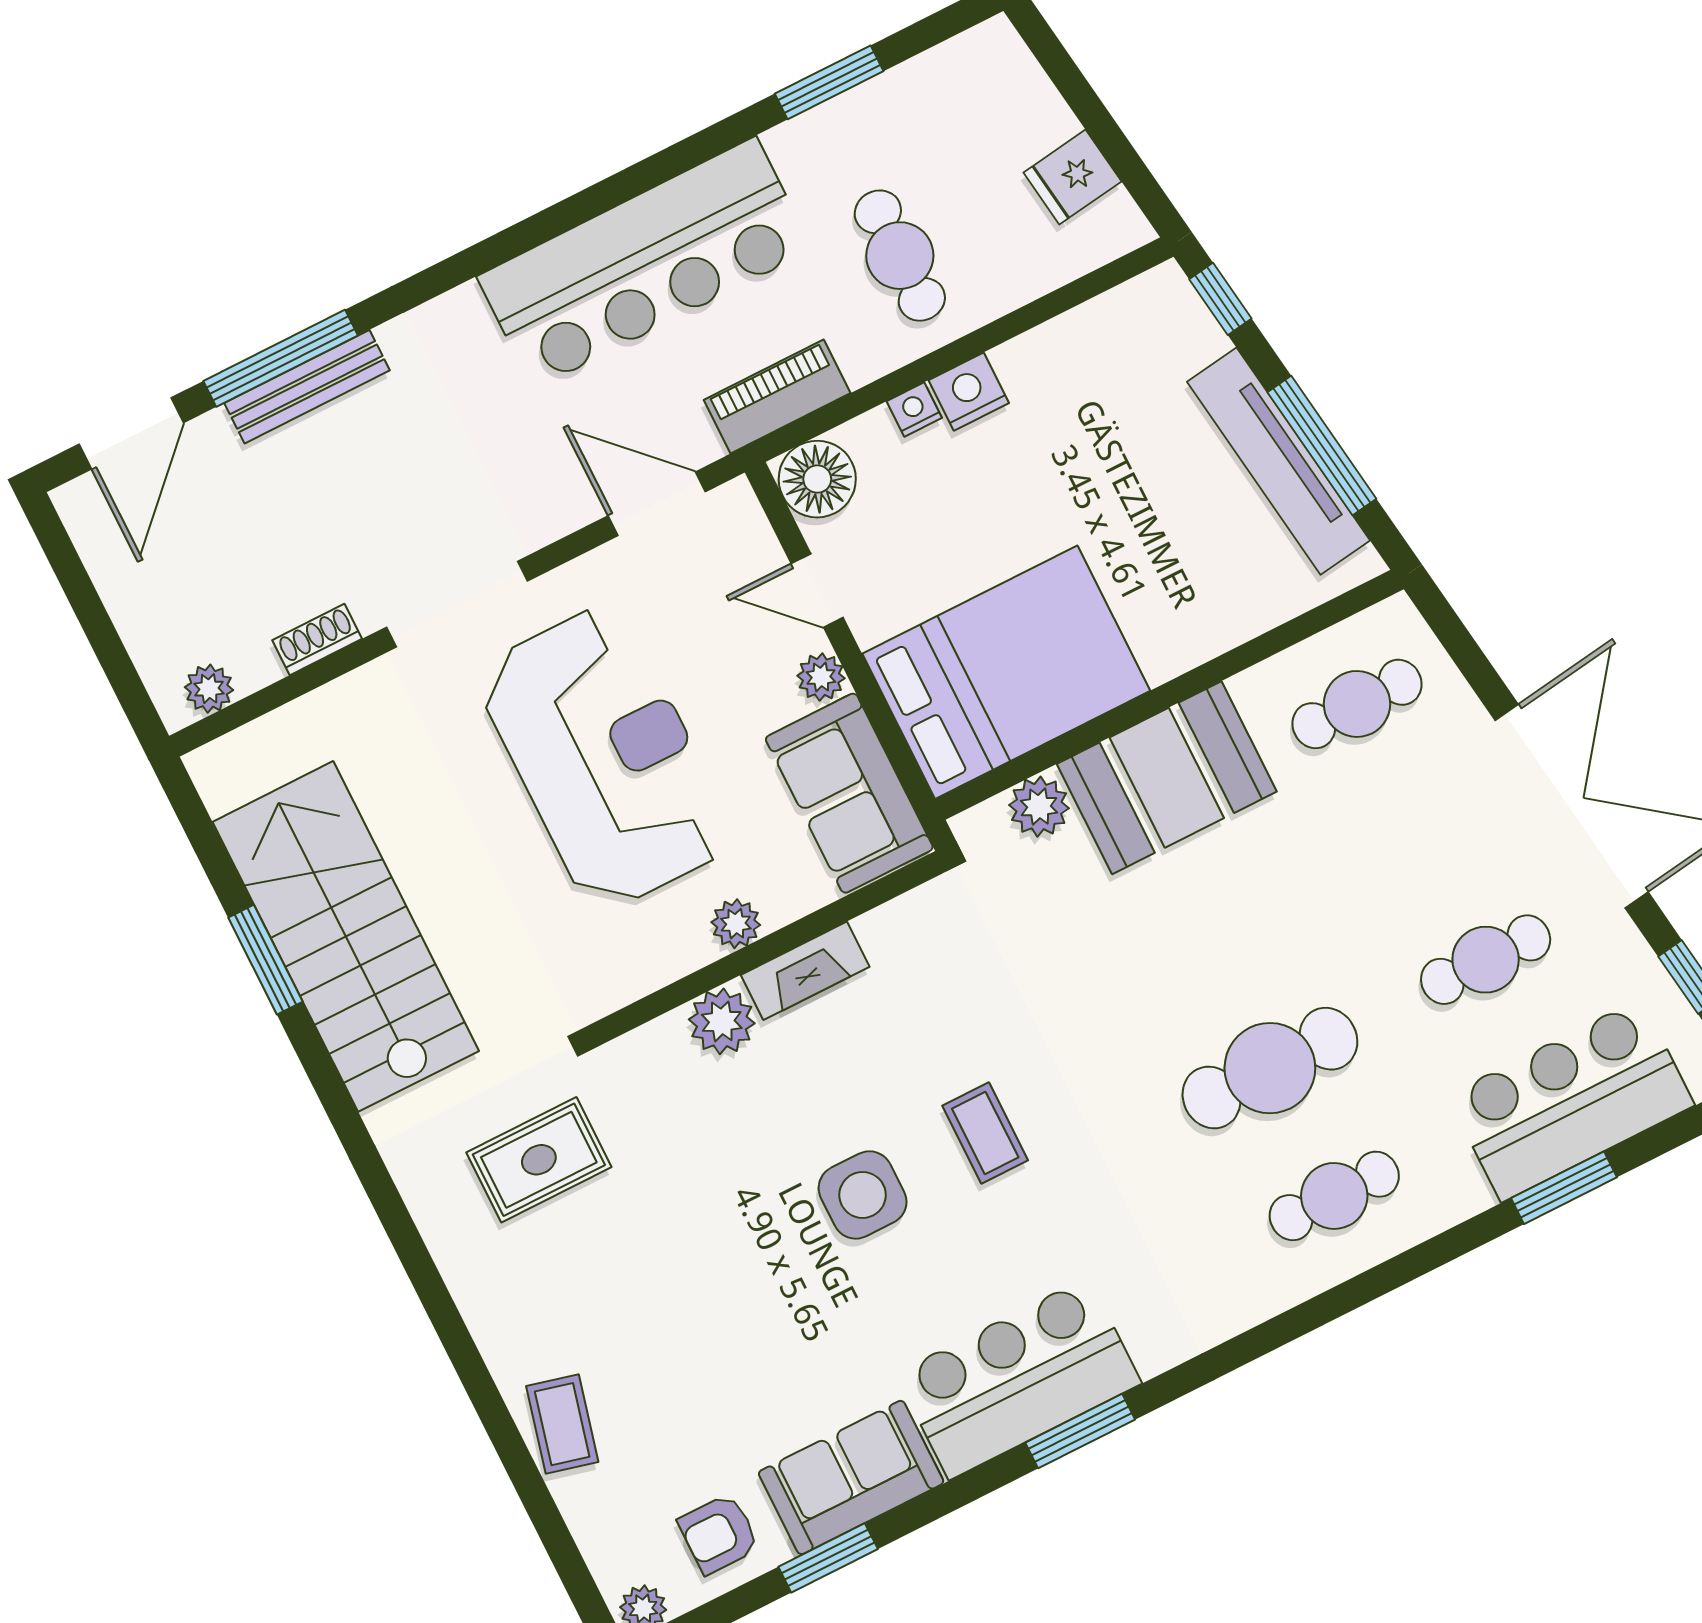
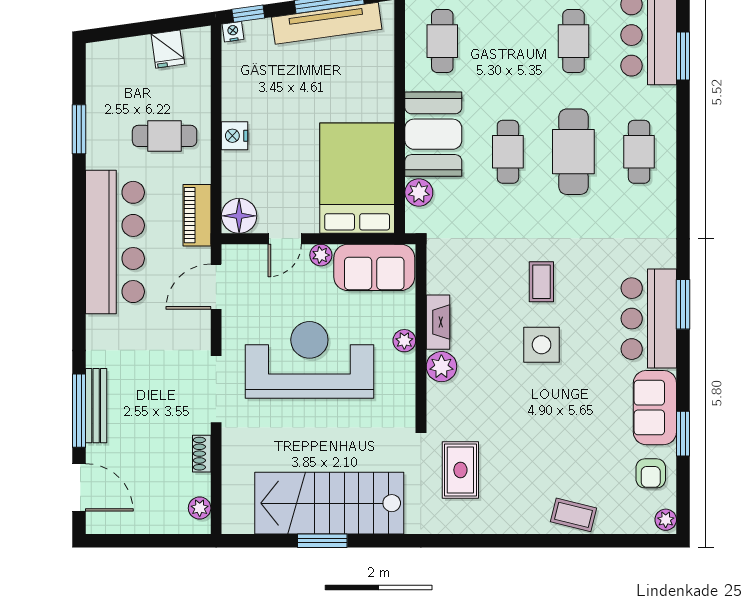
nightstand: (914, 409) -> (233, 32), moved, turned 82
cafe table: (1206, 940) -> (508, 152), added
coffee table: (985, 1133) -> (541, 282), turned 90

